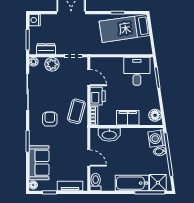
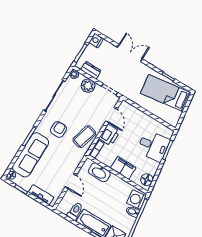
desk: (137, 71) -> (153, 146), moved, turned 82
sofa: (39, 163) -> (31, 155), width x1.36
toilet: (96, 182) -> (75, 211), moved

